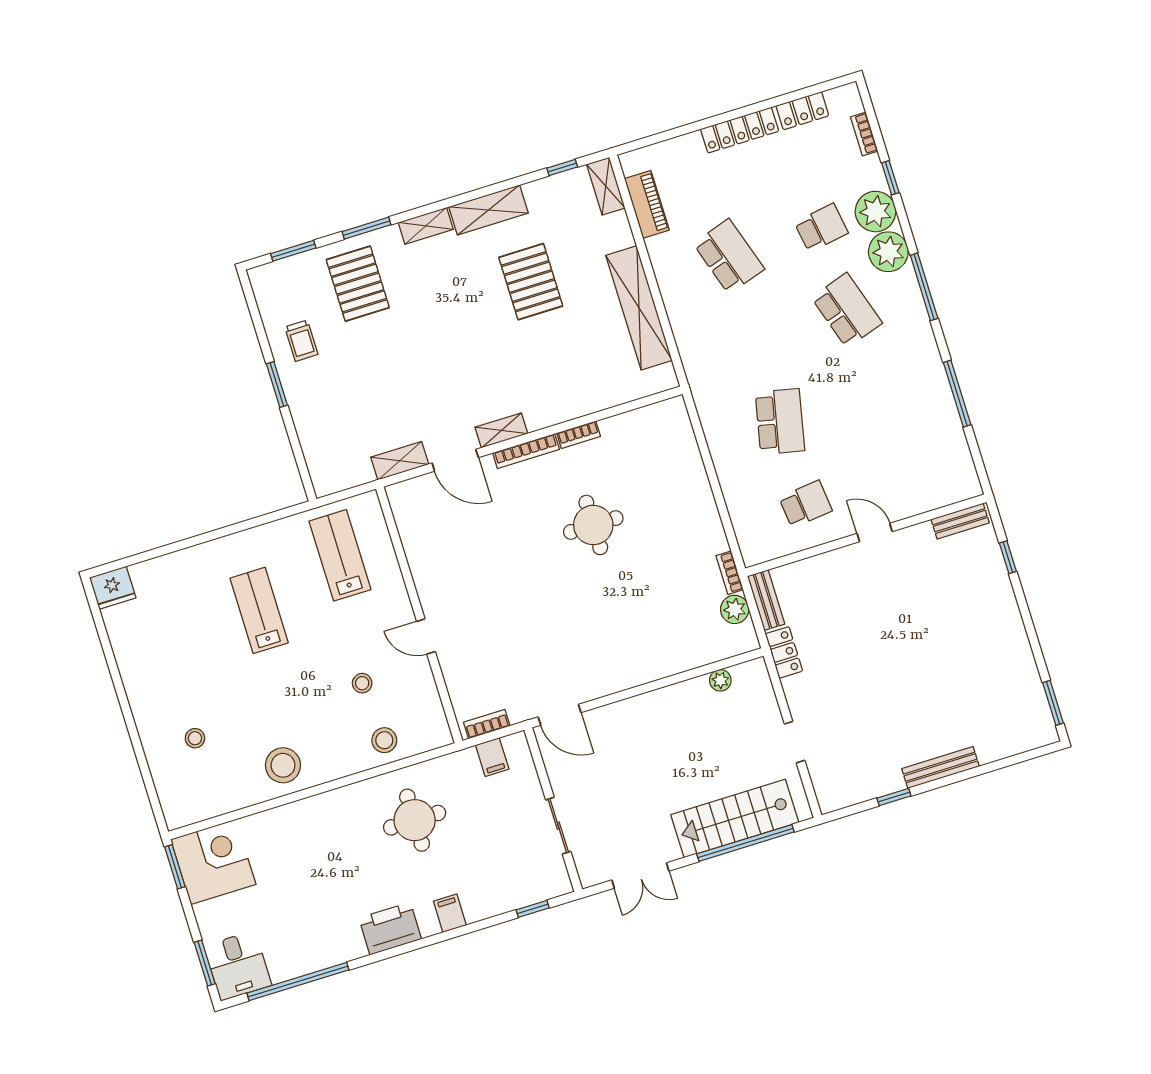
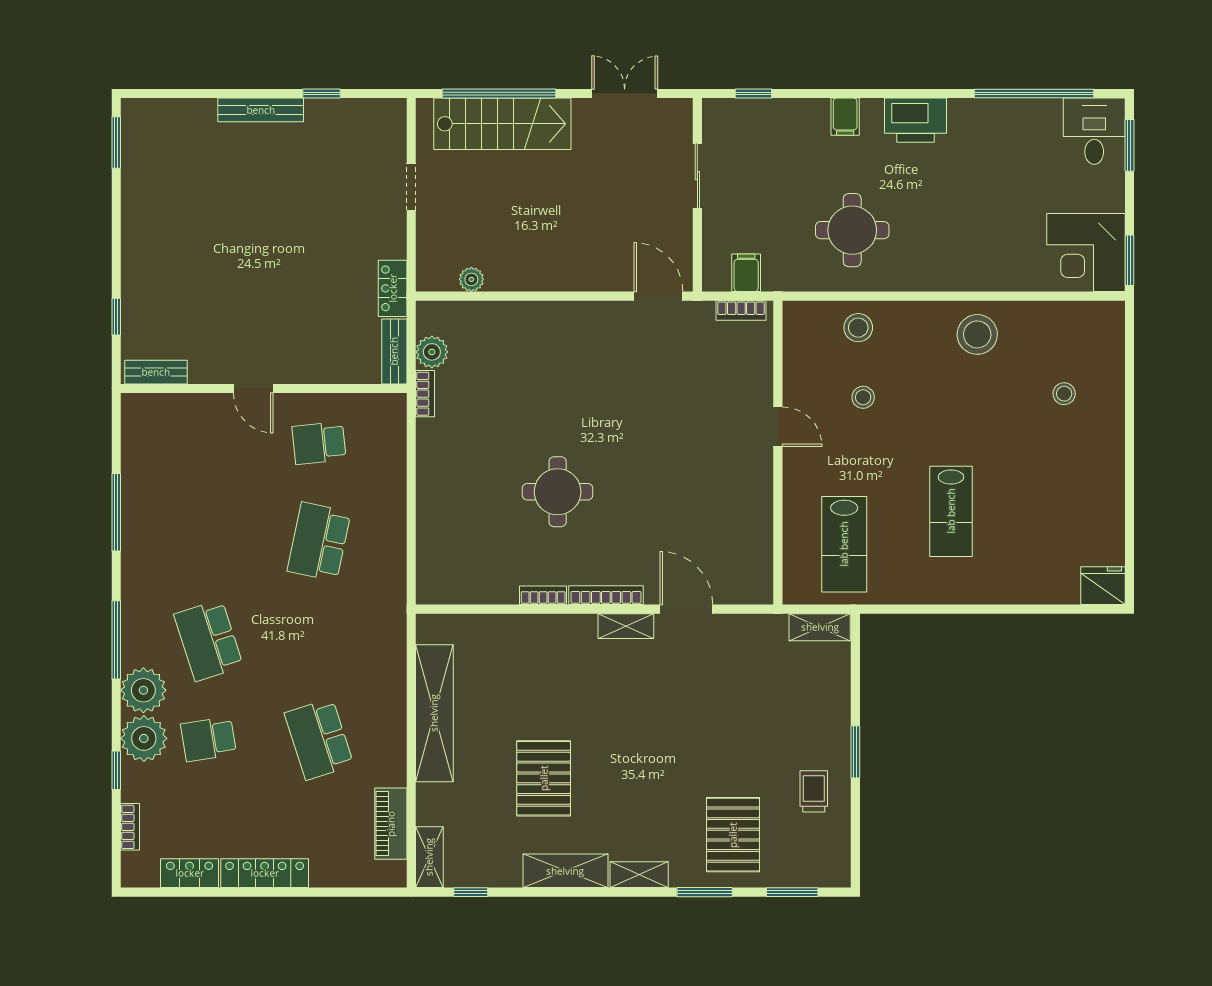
shelving: (400, 461) -> (820, 627), moved

